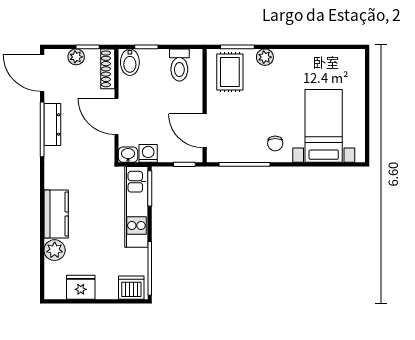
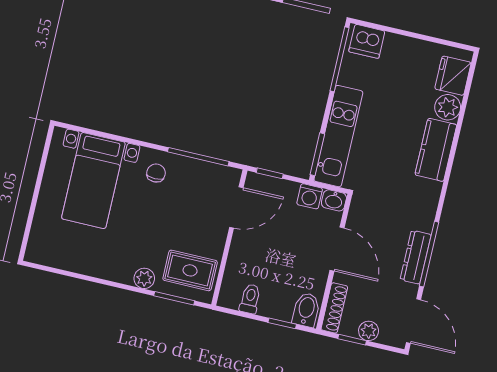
toilet: (179, 65) -> (250, 299), width x0.73, depth x0.72
rug: (230, 72) -> (190, 270), turned 90
door: (205, 131) -> (236, 207), hinge flipped
fridge: (81, 287) -> (453, 76), moved, turned 90

